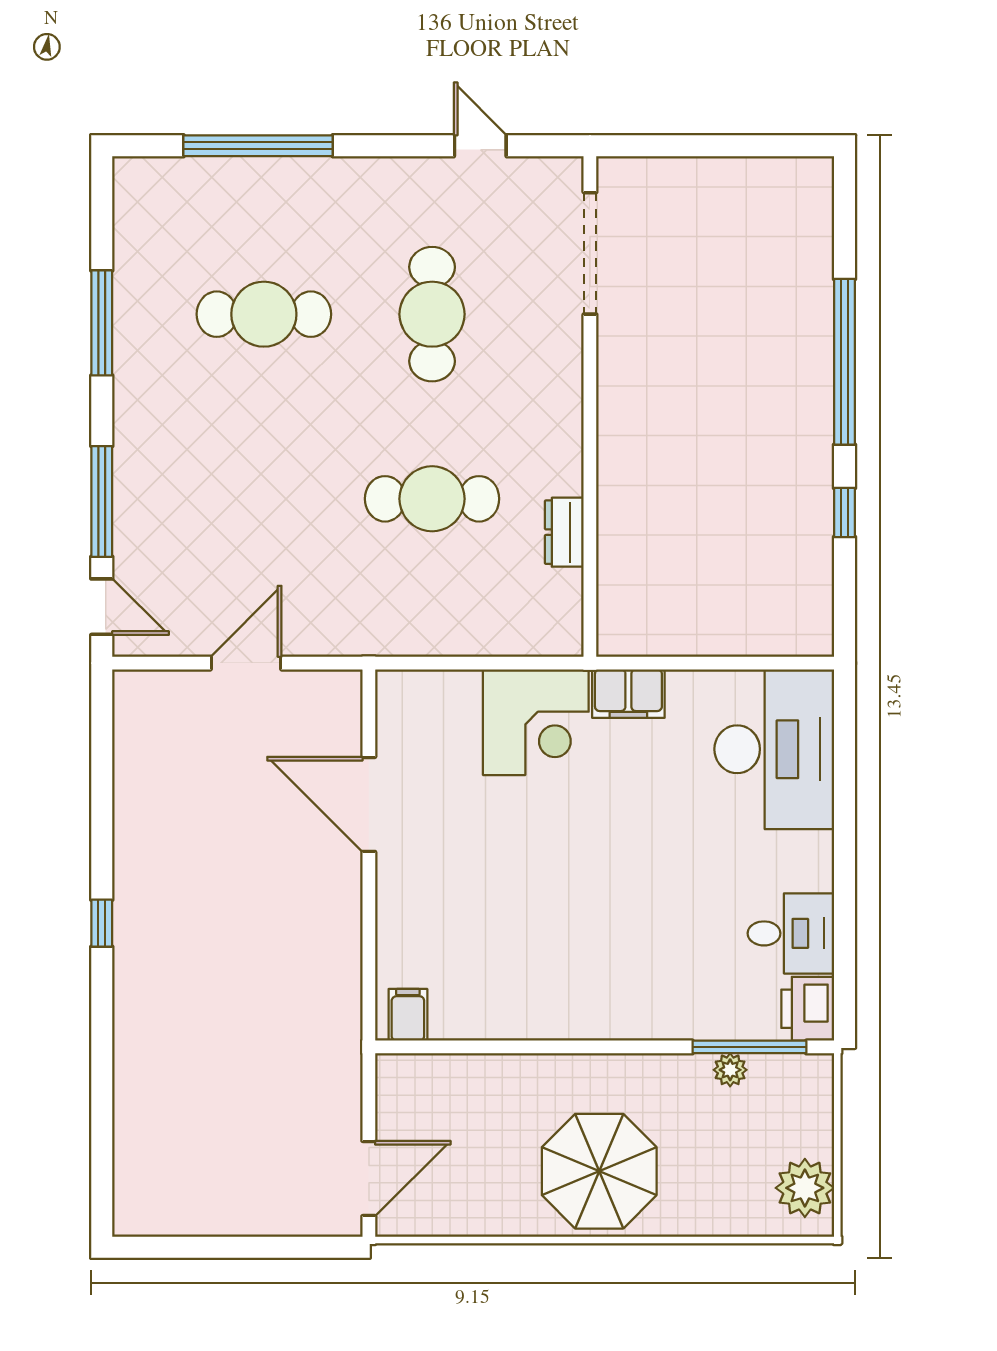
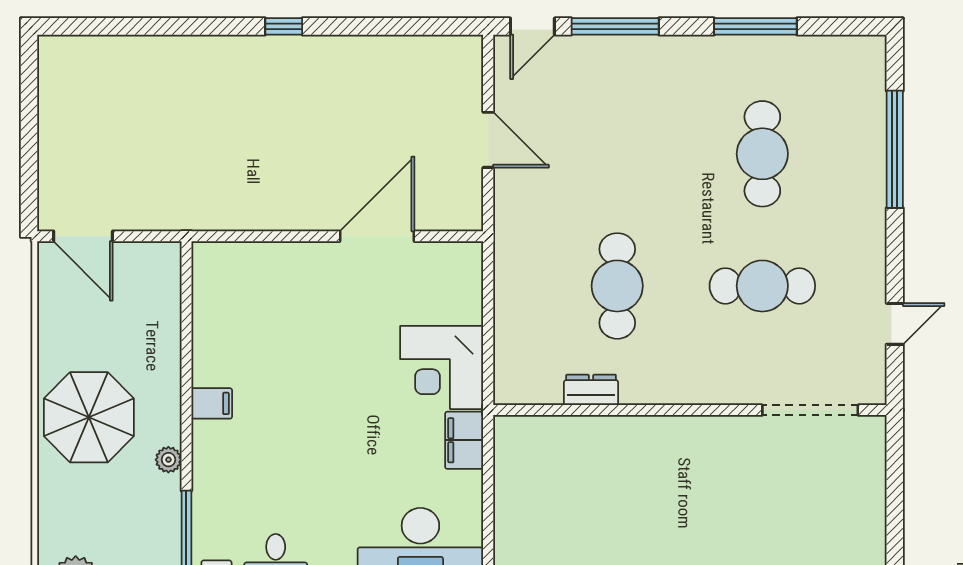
filing cabinet: (408, 1015) -> (212, 403), moved
plant: (730, 1070) -> (168, 460), moved

